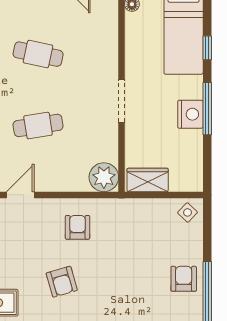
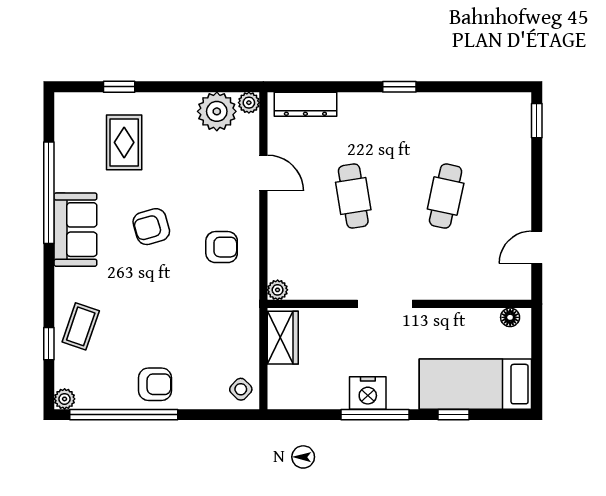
plant: (104, 177) -> (278, 290), width x0.53, depth x0.53

